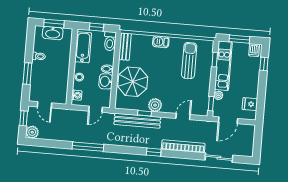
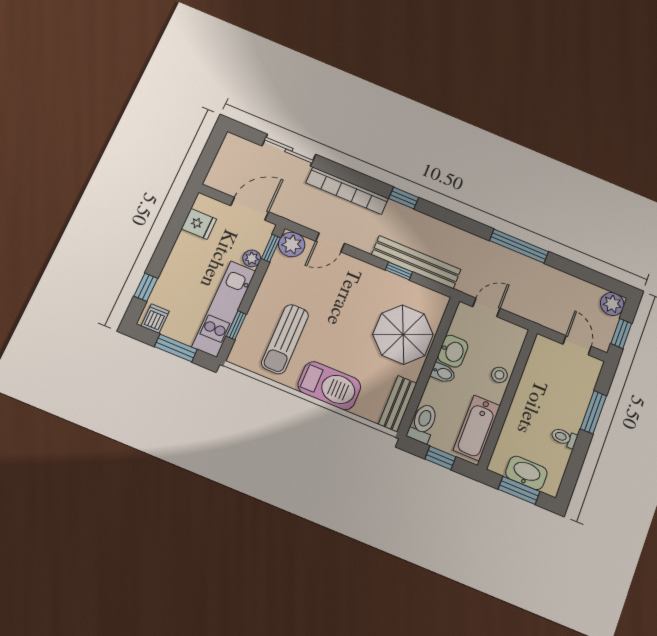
barbecue: (161, 42) -> (329, 386), width x1.88, depth x1.53
washing machine: (77, 95) -> (514, 344), removed
plant: (155, 105) -> (292, 244), moved

